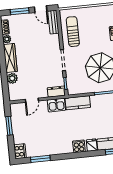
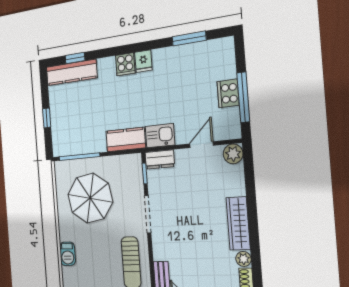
plant: (12, 78) -> (233, 154), moved
window: (9, 126) -> (243, 97), width x1.44
fridge: (92, 145) -> (143, 61), moved
cooker: (20, 151) -> (228, 93), moved

